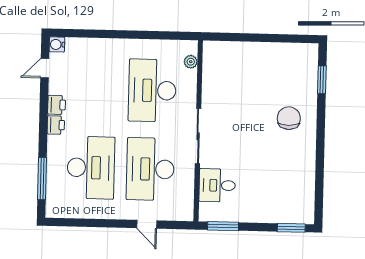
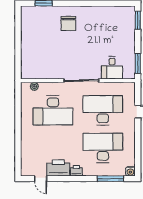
water cooler: (57, 44) -> (130, 171), moved
printer: (57, 105) -> (58, 168), width x1.87, depth x1.48
chair: (289, 118) -> (68, 23), turned -90
desk: (150, 169) -> (103, 110), turned 180

